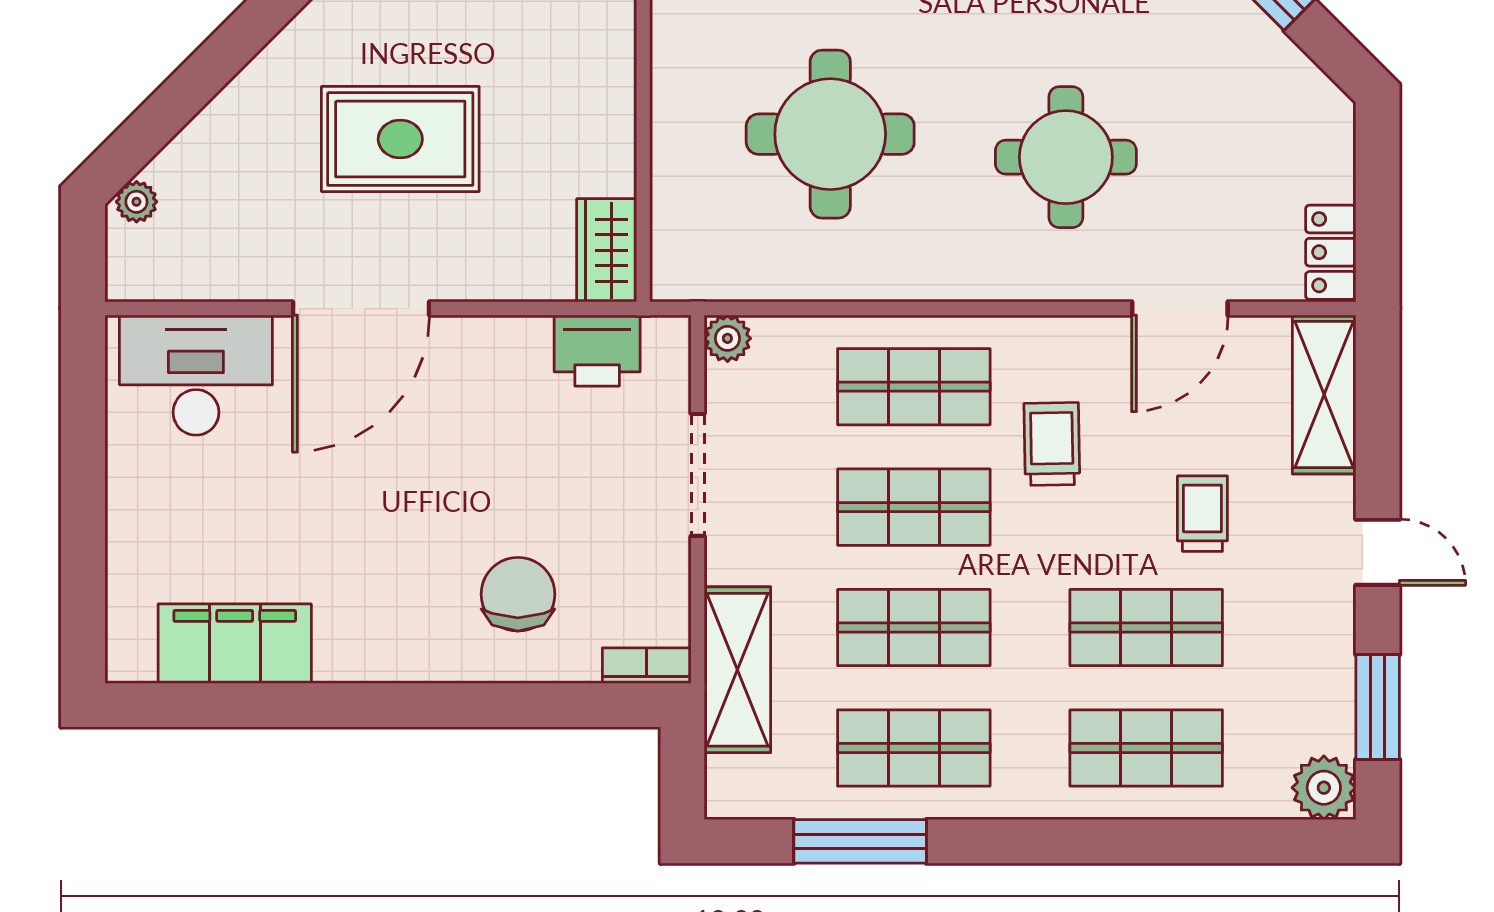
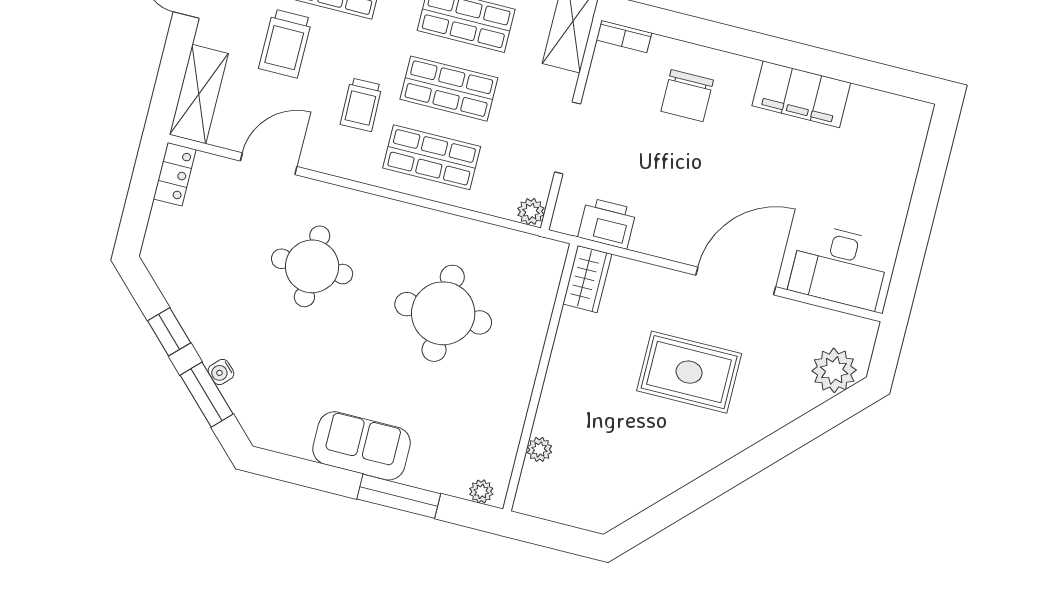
plant: (136, 202) -> (834, 370), width x1.87, depth x1.87
trolley: (1202, 514) -> (285, 43), width x1.36, depth x1.39
filing cabinet: (235, 644) -> (801, 94), moved

